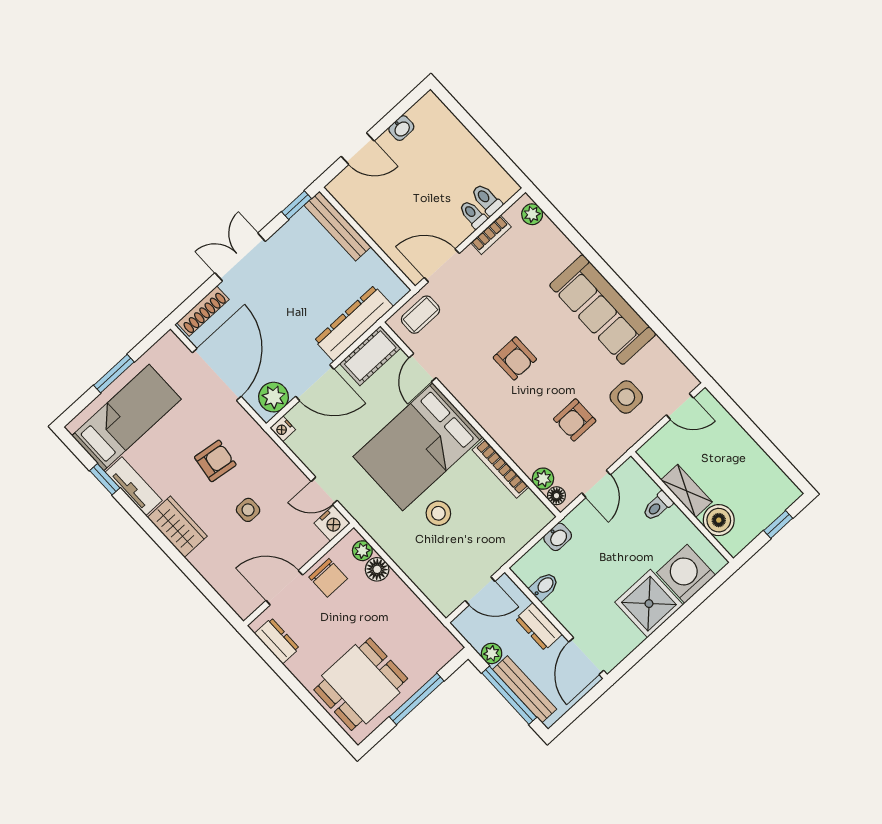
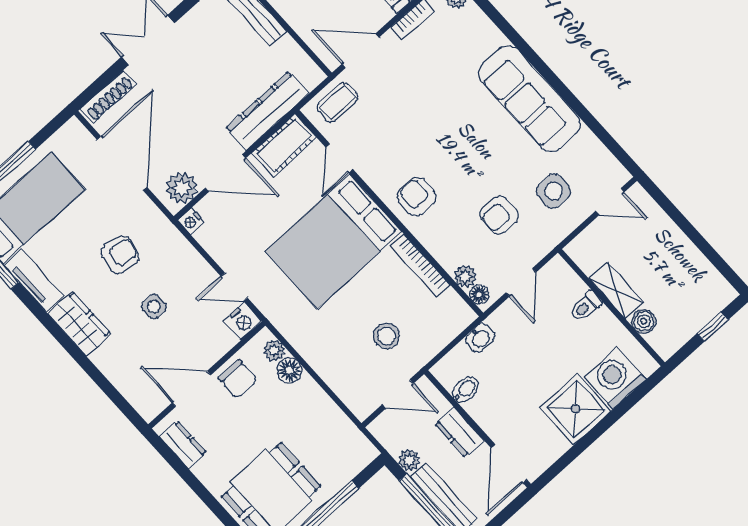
armchair: (515, 358) -> (417, 197), moved, turned 180
stool: (438, 513) -> (387, 336), moved
boiler: (719, 520) -> (644, 321), width x0.73, depth x0.73

